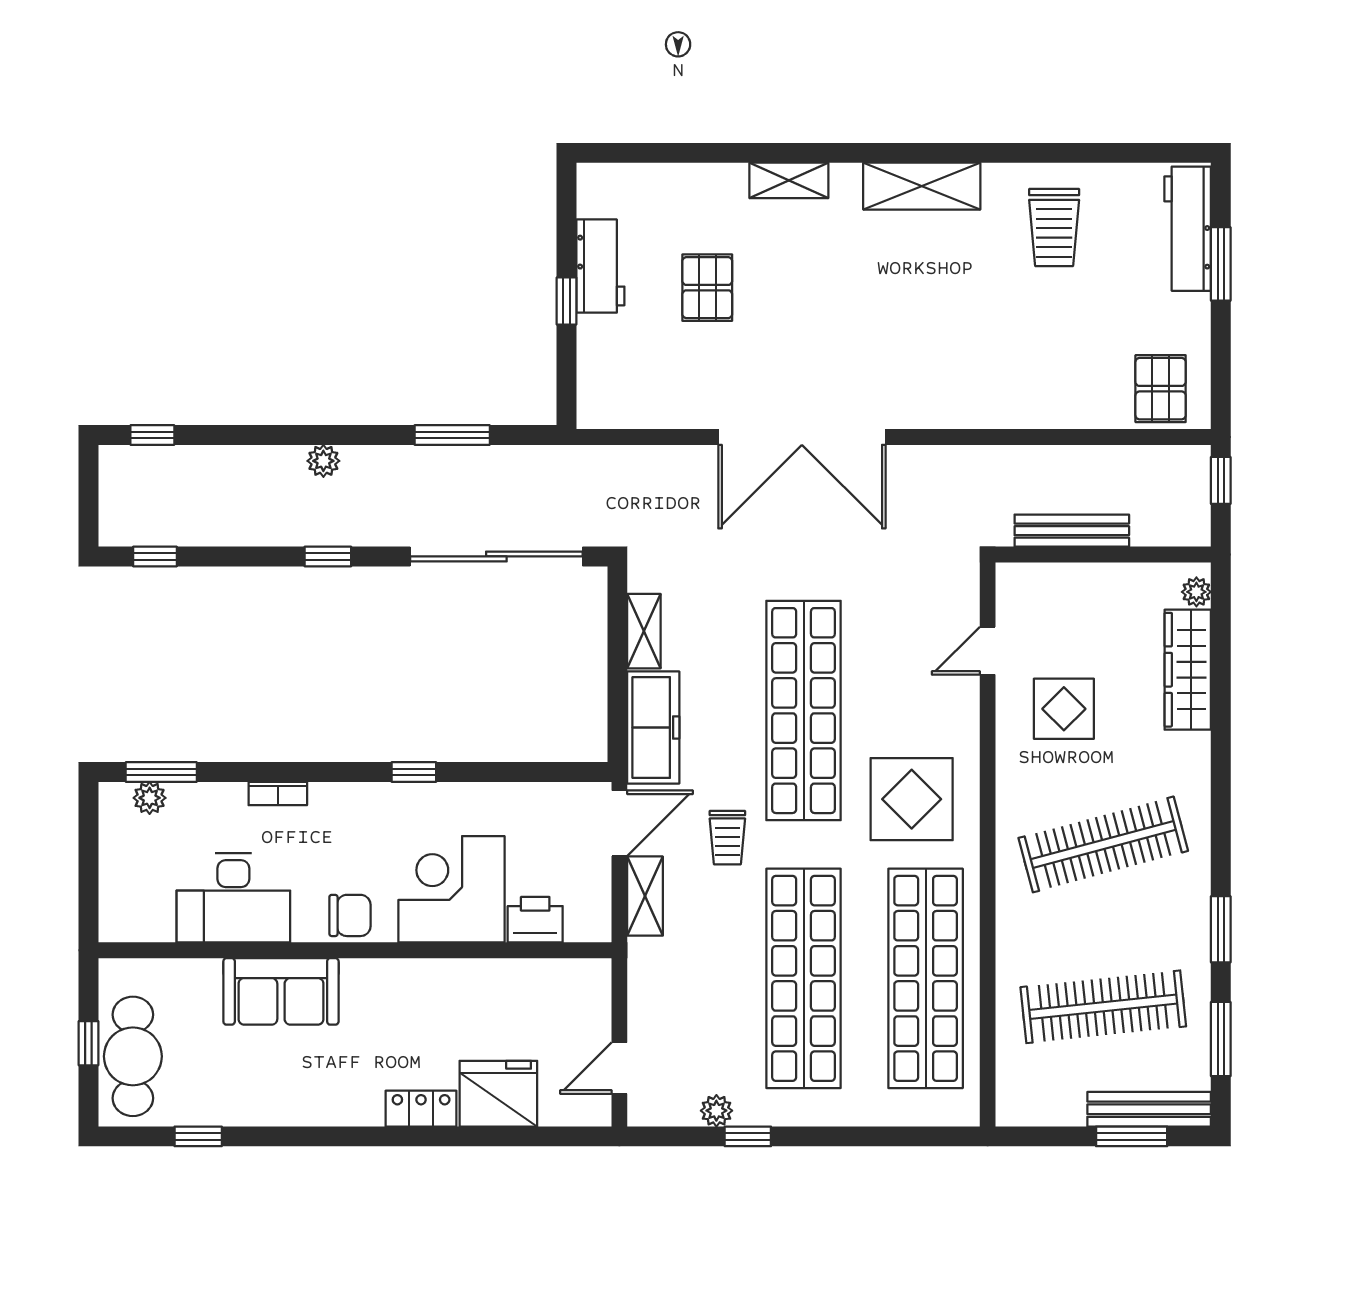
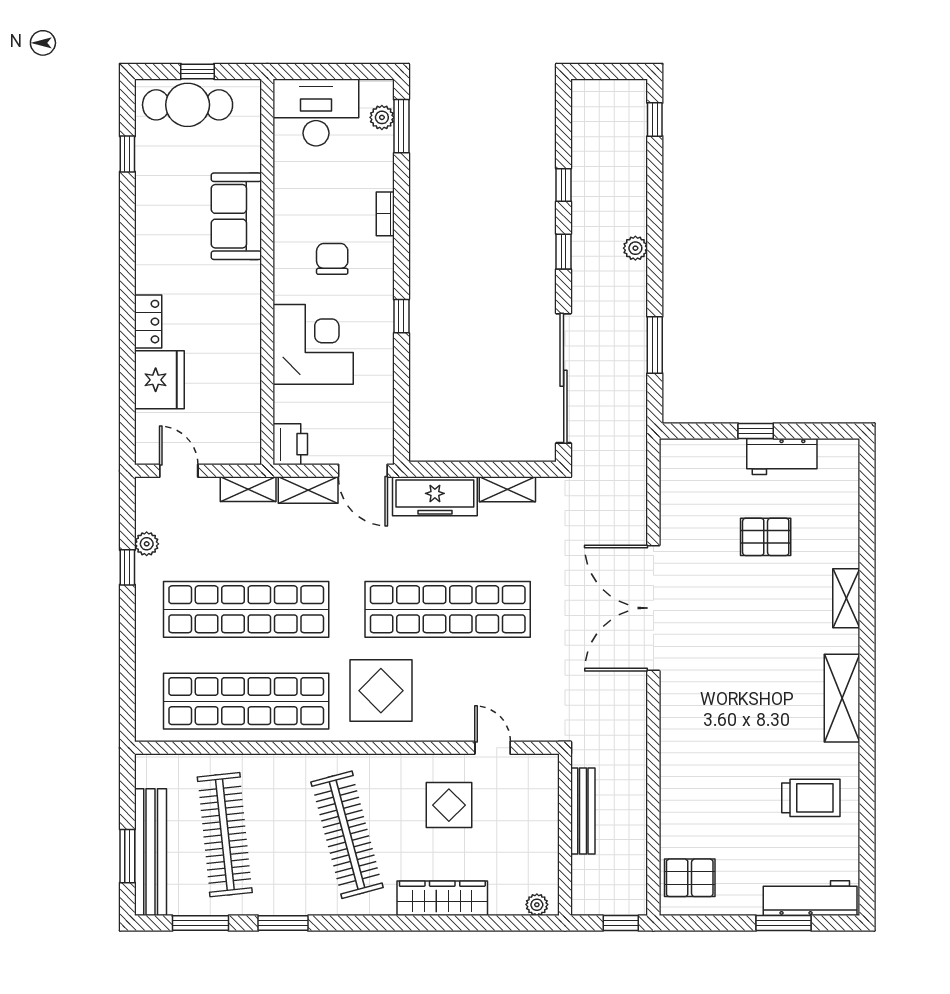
trolley: (1054, 228) -> (811, 798), turned 180
window: (155, 556) -> (564, 185), moved
wardrobe: (1188, 670) -> (442, 898), moved
trolley: (727, 838) -> (352, 552), removed
desk: (233, 898) -> (316, 112), moved, turned 90
chair: (350, 915) -> (332, 259), moved, turned 180
printer: (535, 920) -> (290, 444), moved
shelving: (644, 976) -> (248, 489), added
bench: (1149, 1109) -> (151, 852), width x1.37, depth x1.21

